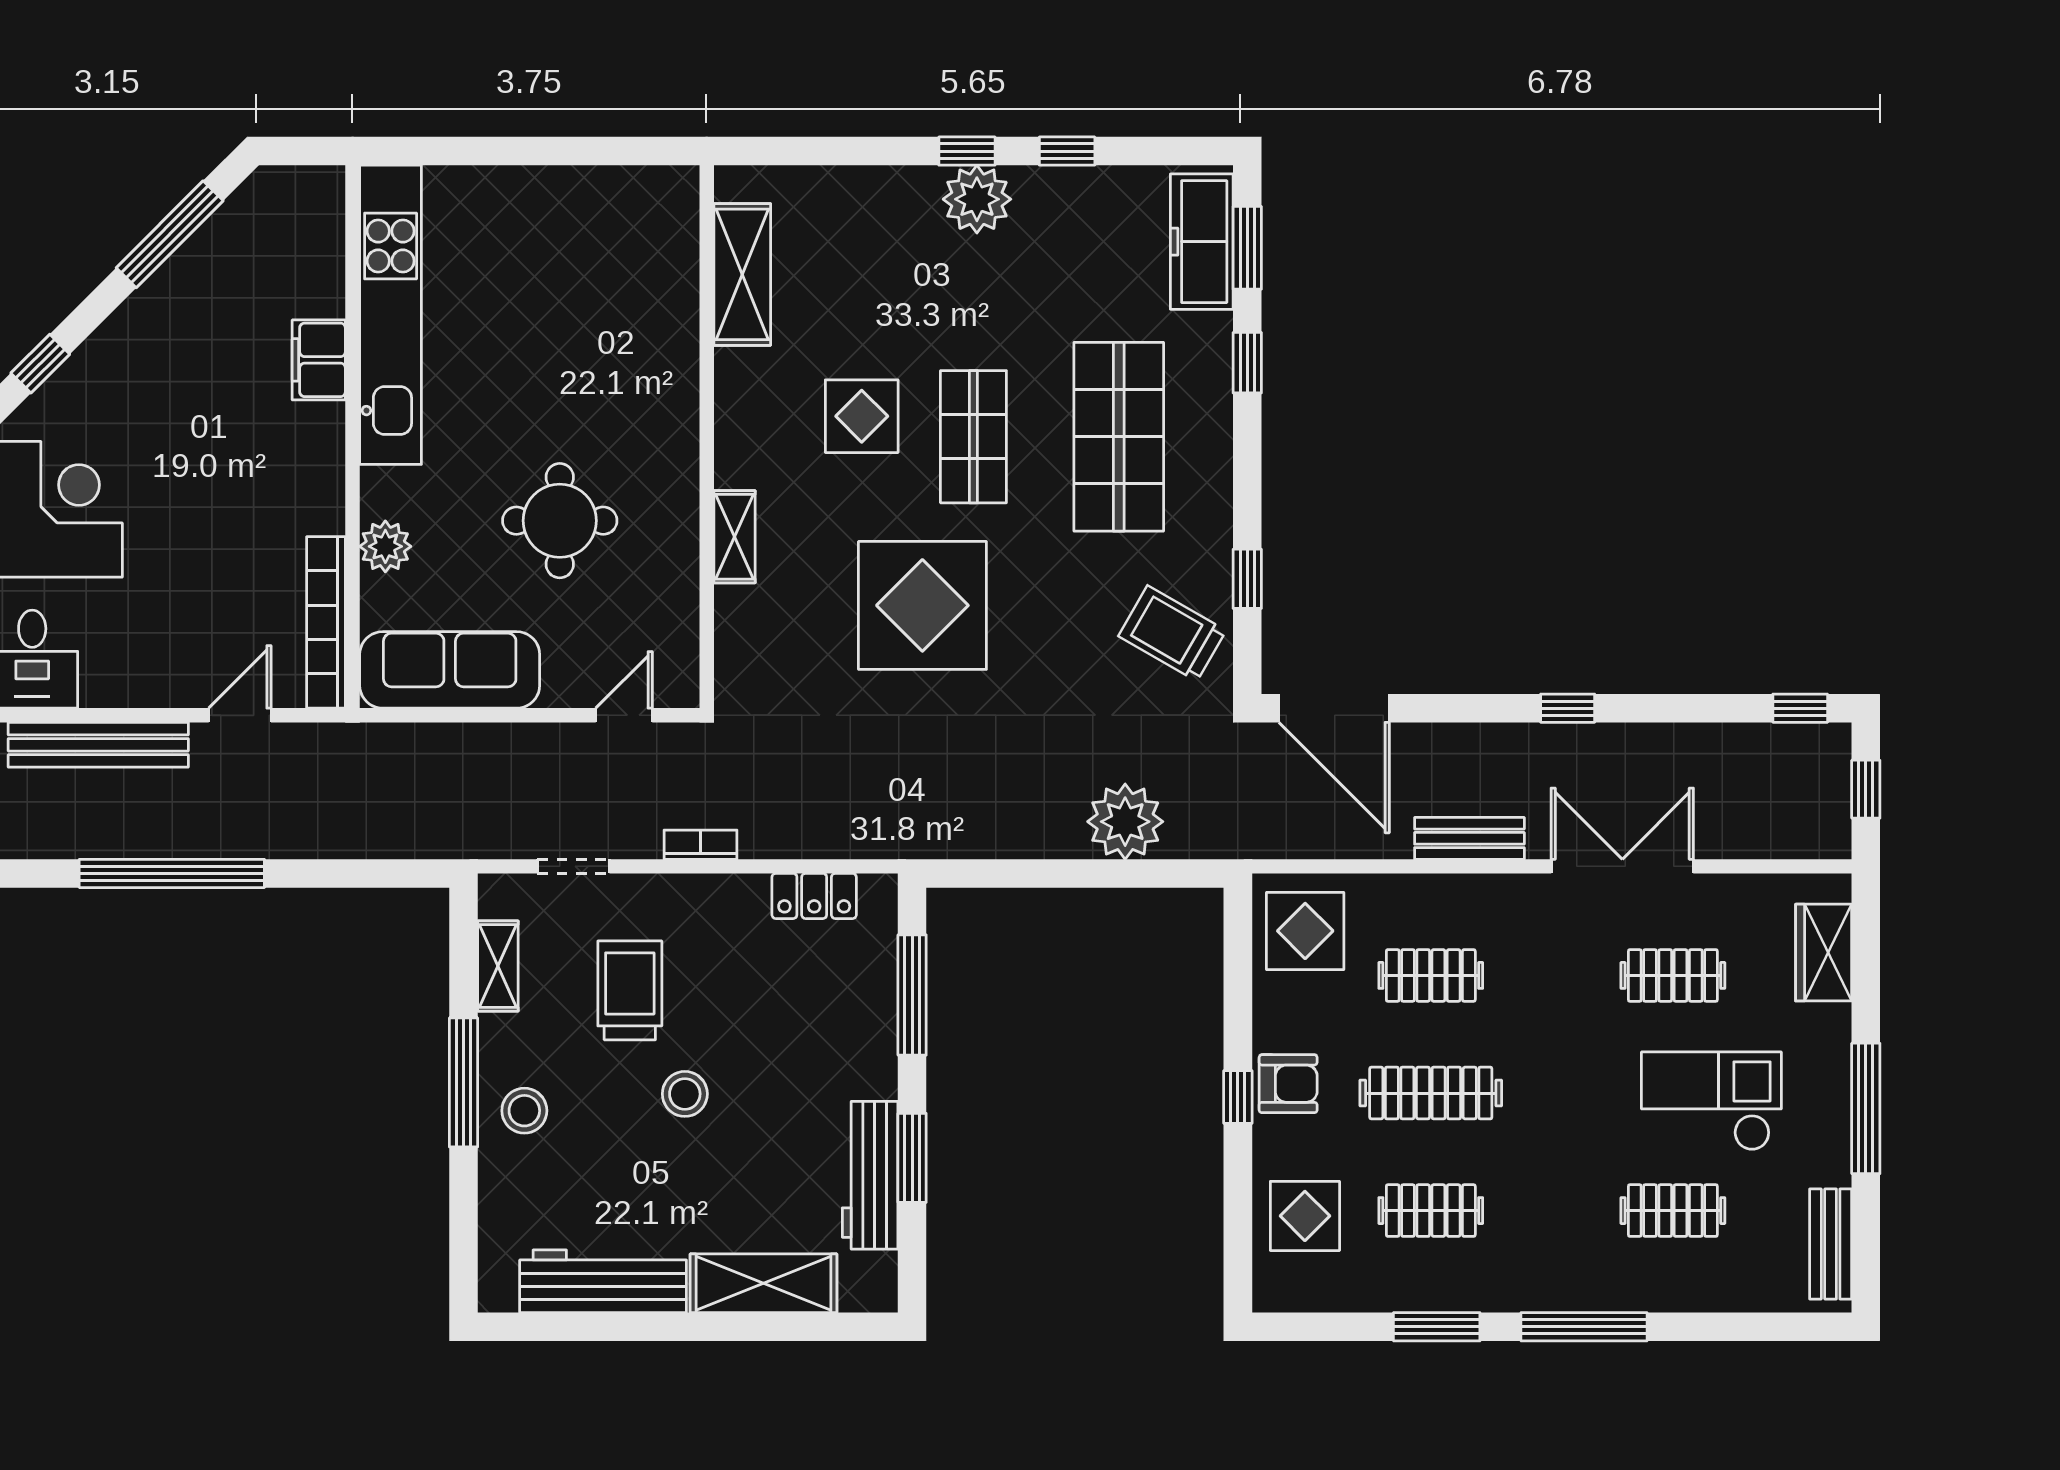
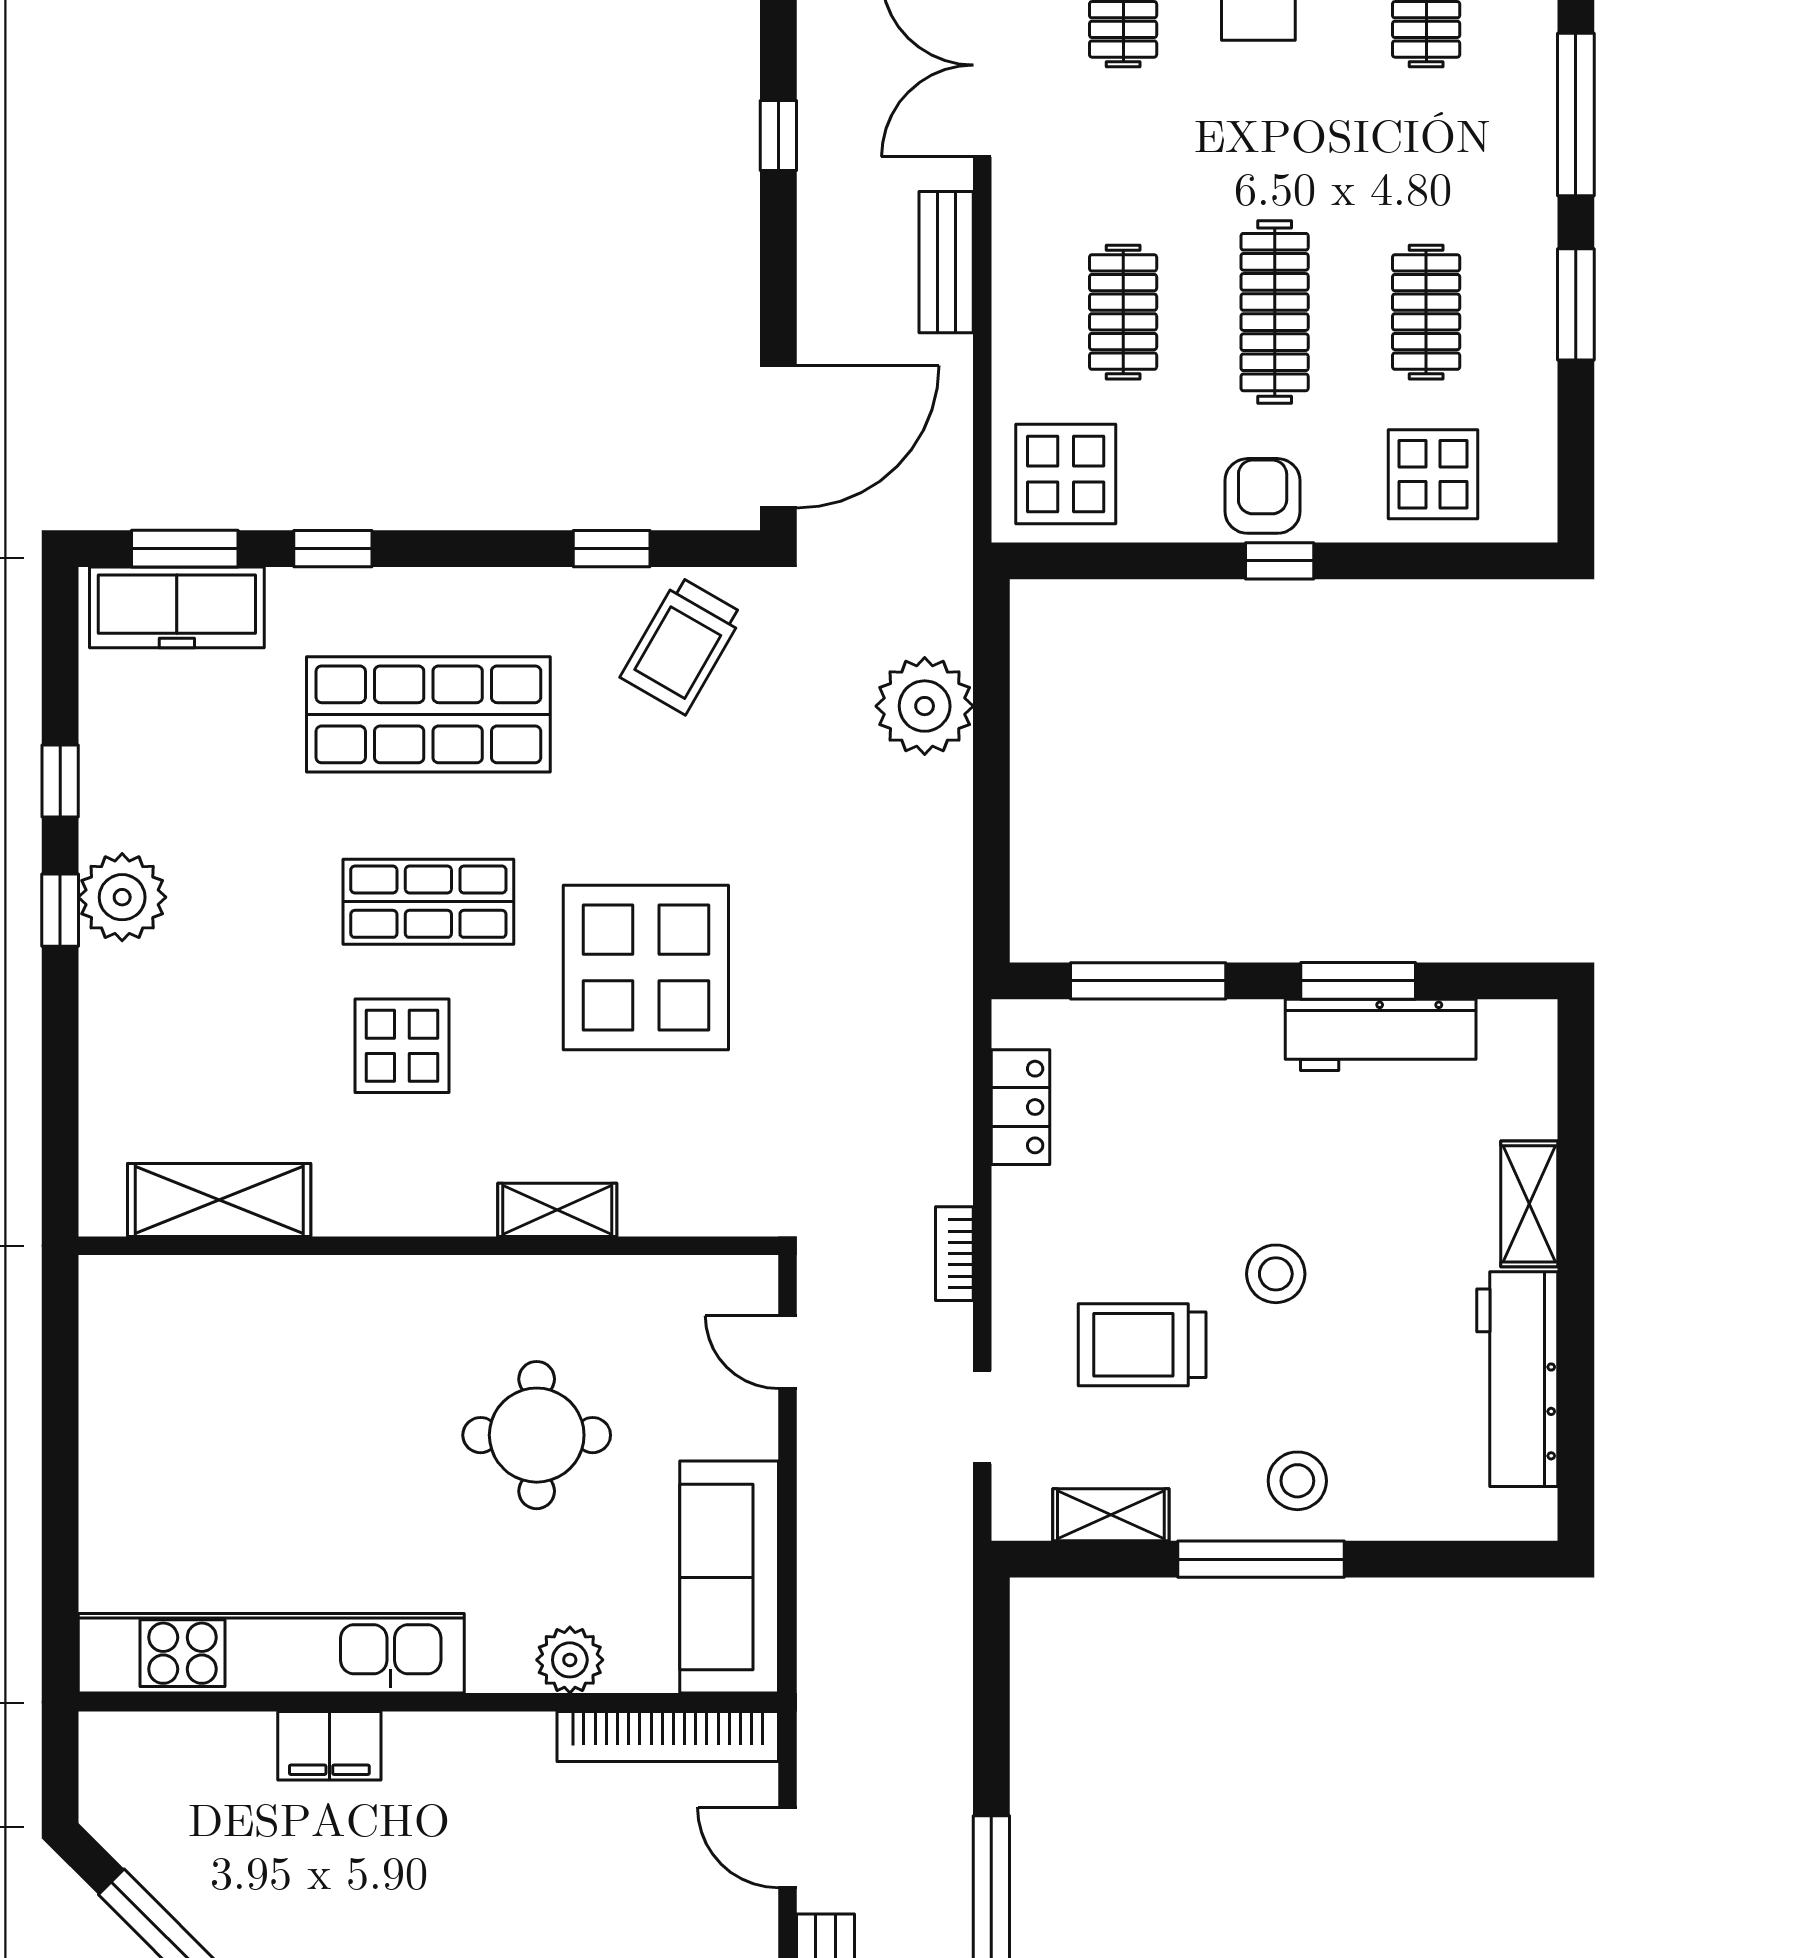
shelving: (764, 1283) -> (1529, 1204), width x0.67, depth x0.75

